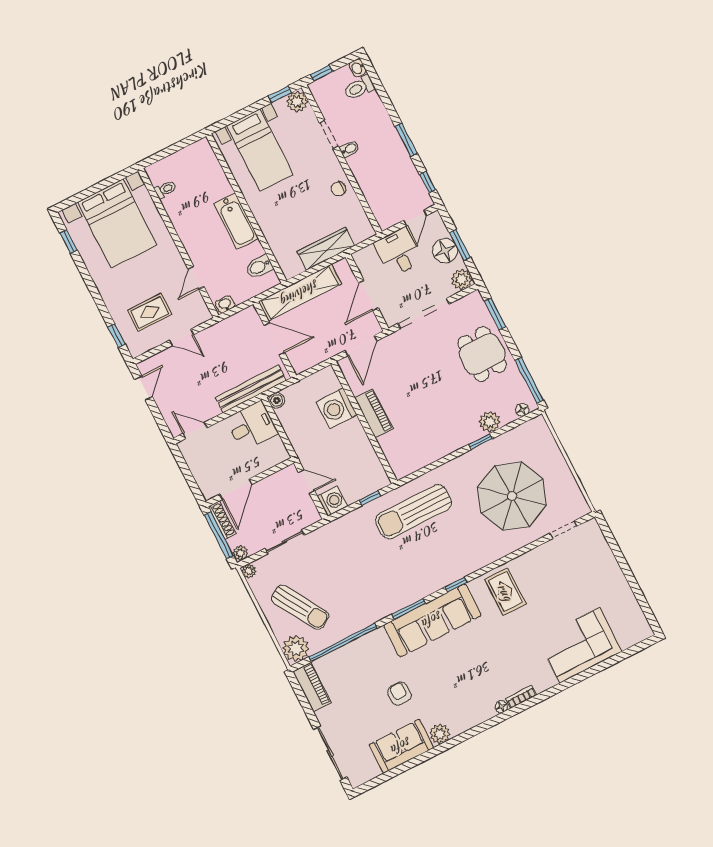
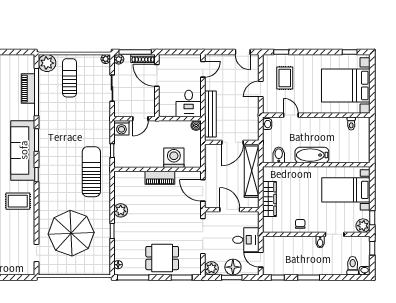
plant: (490, 422) -> (121, 210), moved
sun lounger: (300, 607) -> (69, 78), turned 121
piano: (312, 687) -> (28, 89), moved, turned 90

